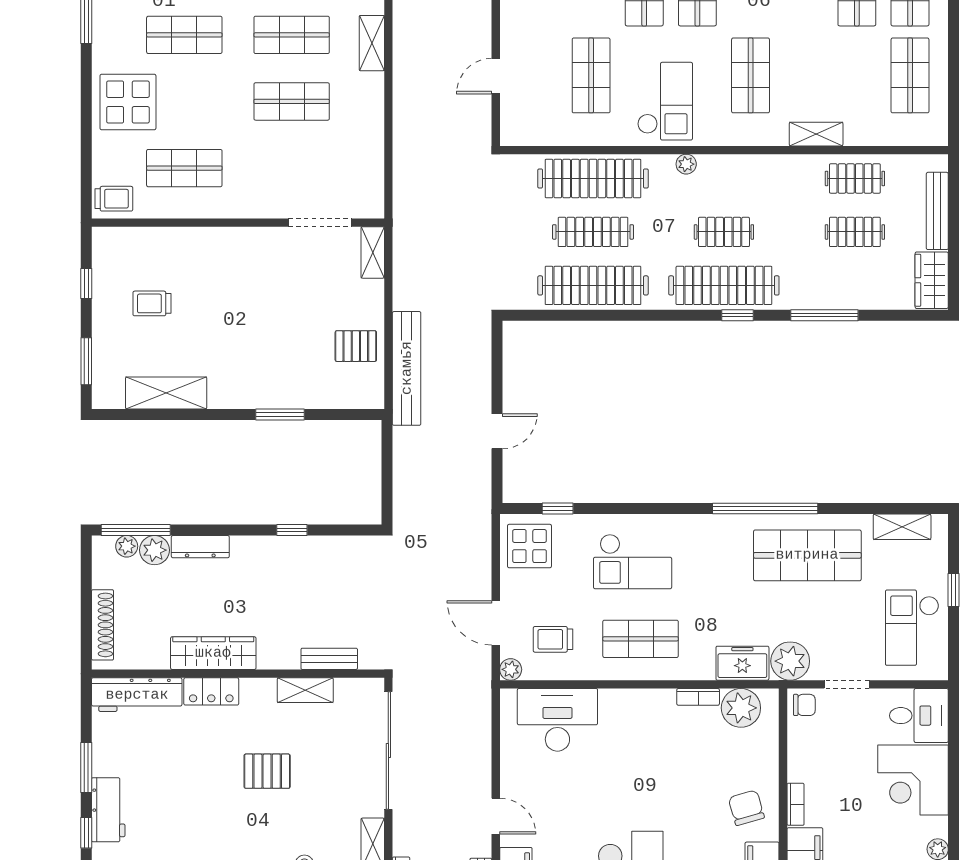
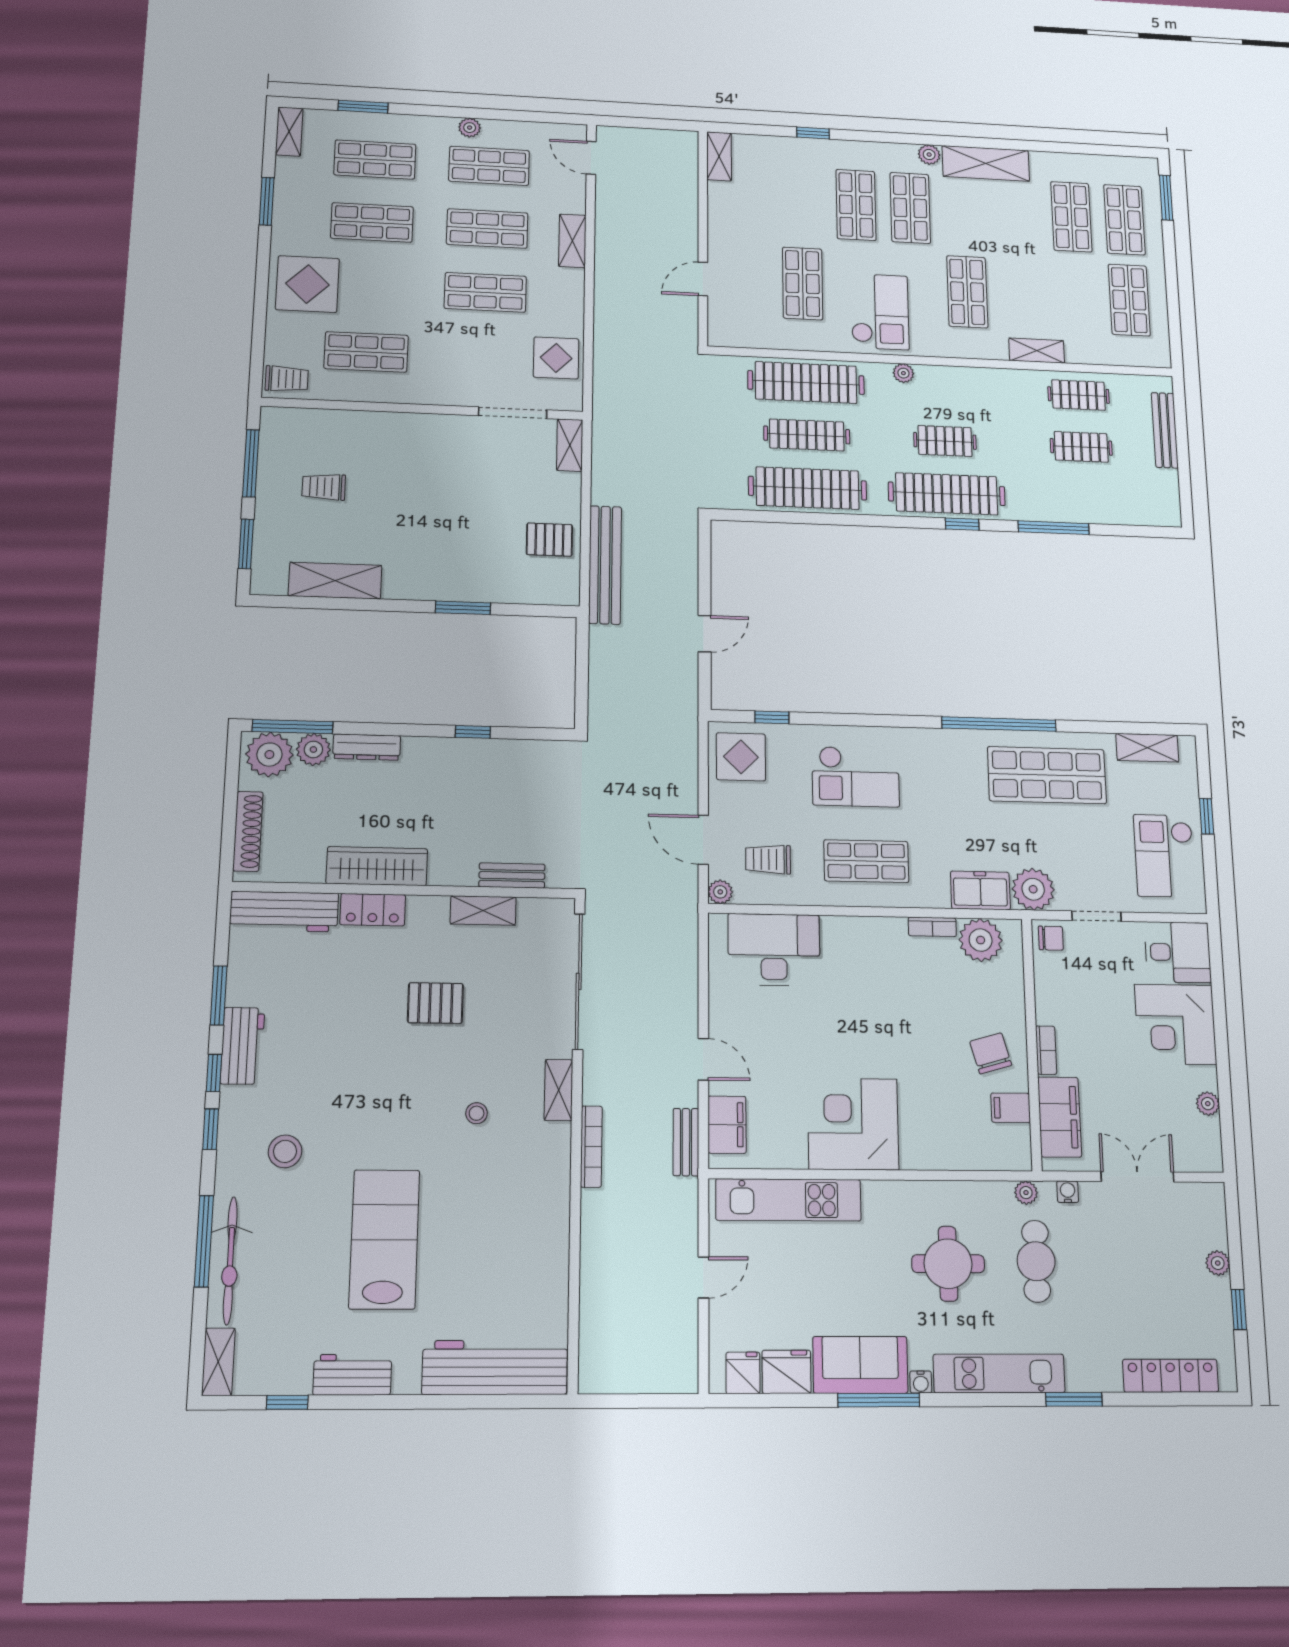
display table: (359, 165) -> (556, 358), added
wardrobe: (932, 280) -> (1163, 498), removed
window: (86, 283) -> (251, 463), width x2.17
plant: (127, 546) -> (269, 755), width x1.88, depth x1.88

